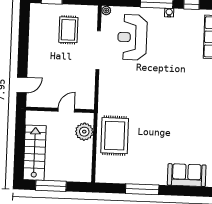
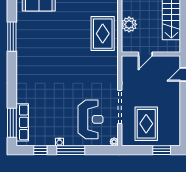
rug: (68, 30) -> (146, 124), width x1.36, depth x1.43
plant: (84, 132) -> (129, 24), moved

